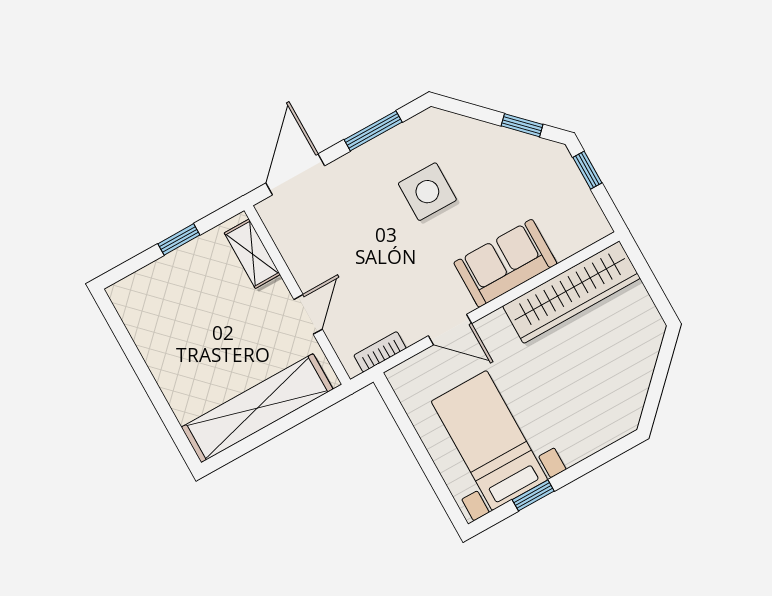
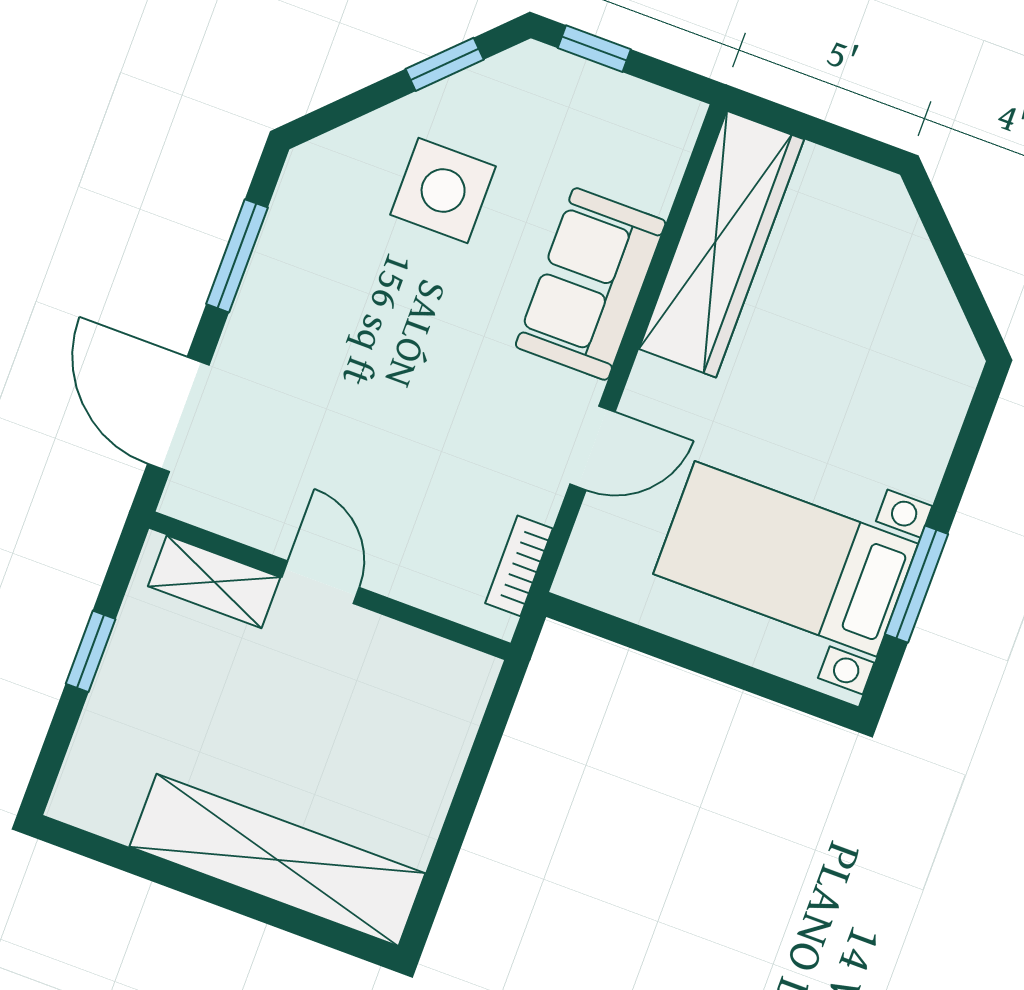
side table: (427, 192) -> (443, 190), moved
door: (308, 314) -> (321, 582), moved
shelving: (257, 408) -> (277, 860), moved, turned 90
window: (533, 495) -> (916, 584), width x1.50

